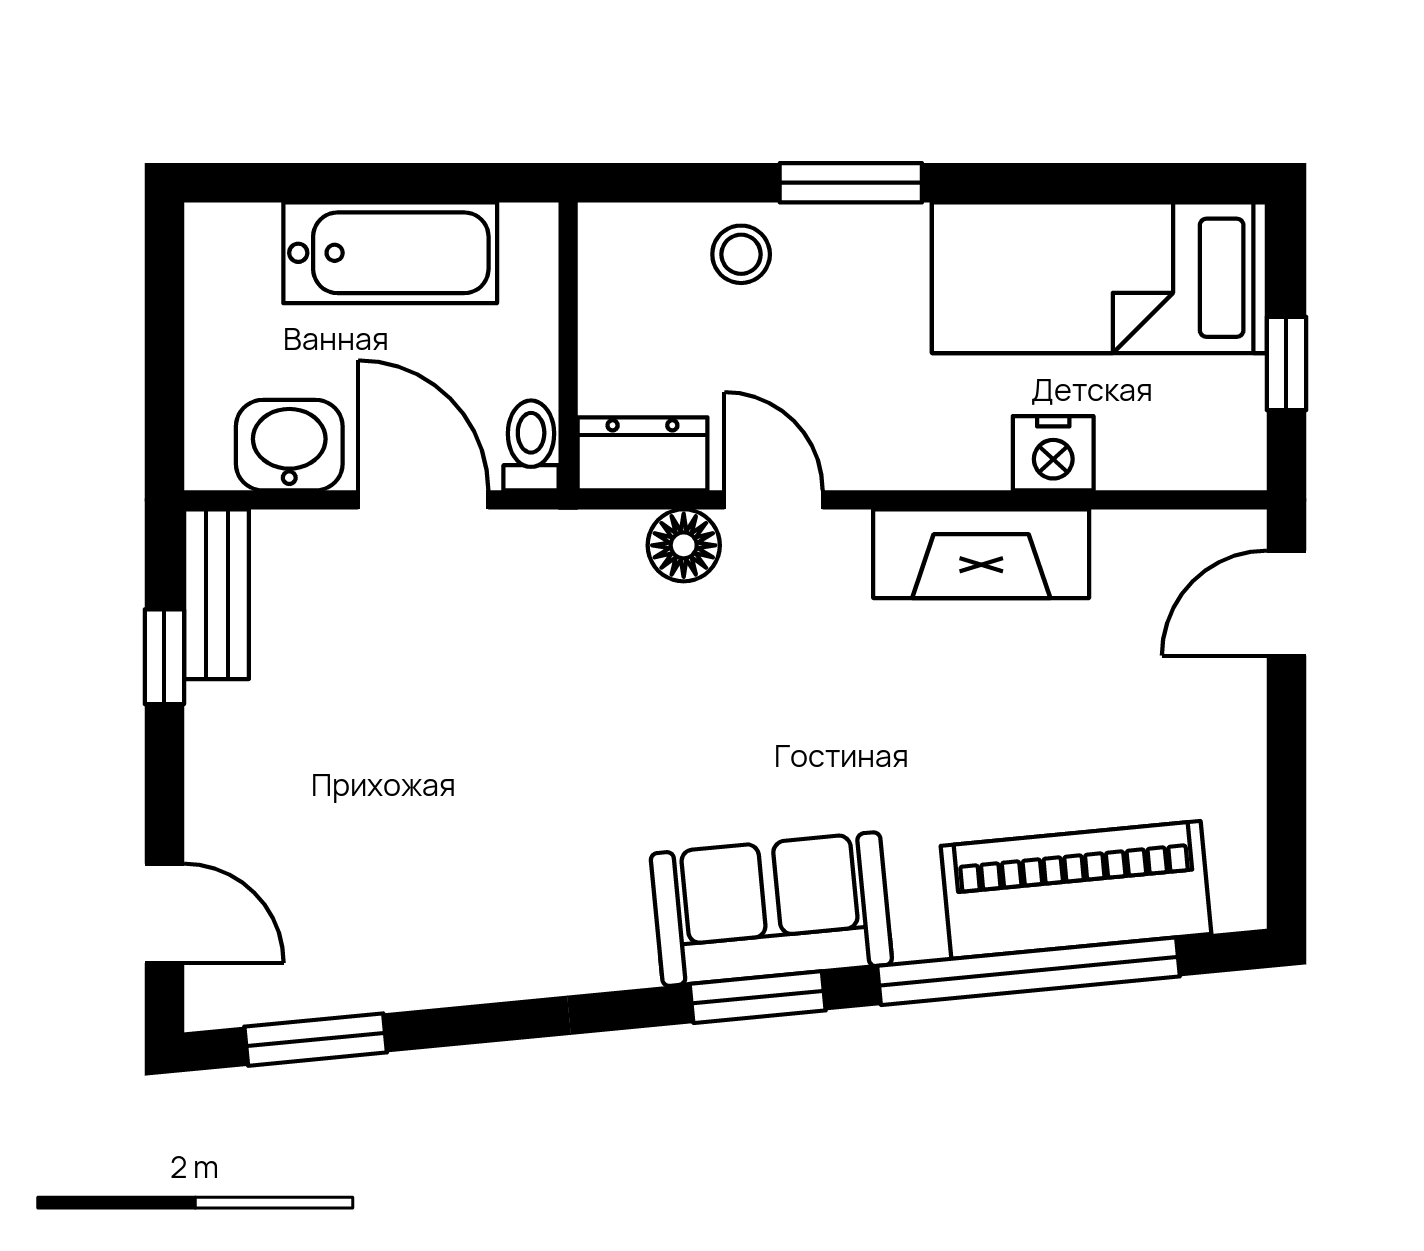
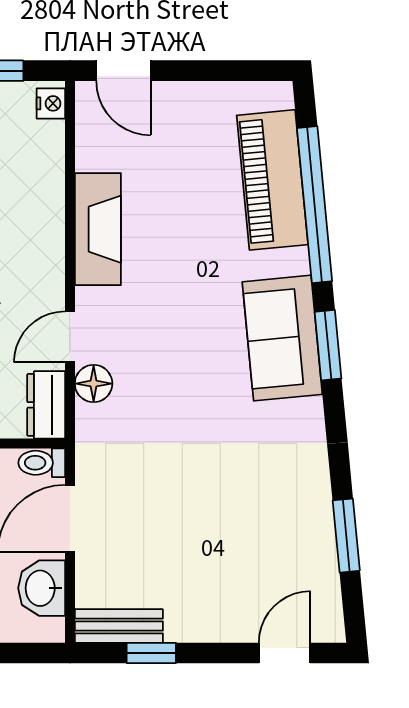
nightstand: (1053, 453) -> (51, 103), moved, width x0.72, depth x0.74
window: (316, 1040) -> (346, 536), moved

